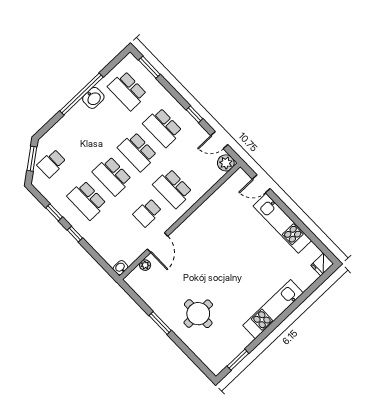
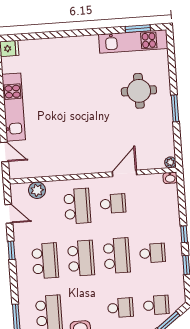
school desk: (77, 139) -> (120, 308), added
plant: (226, 163) -> (37, 190), moved
school desk: (87, 200) -> (152, 253), width x0.54
plant: (145, 265) -> (170, 162), moved
kitchen unit: (273, 309) -> (133, 41), moved

